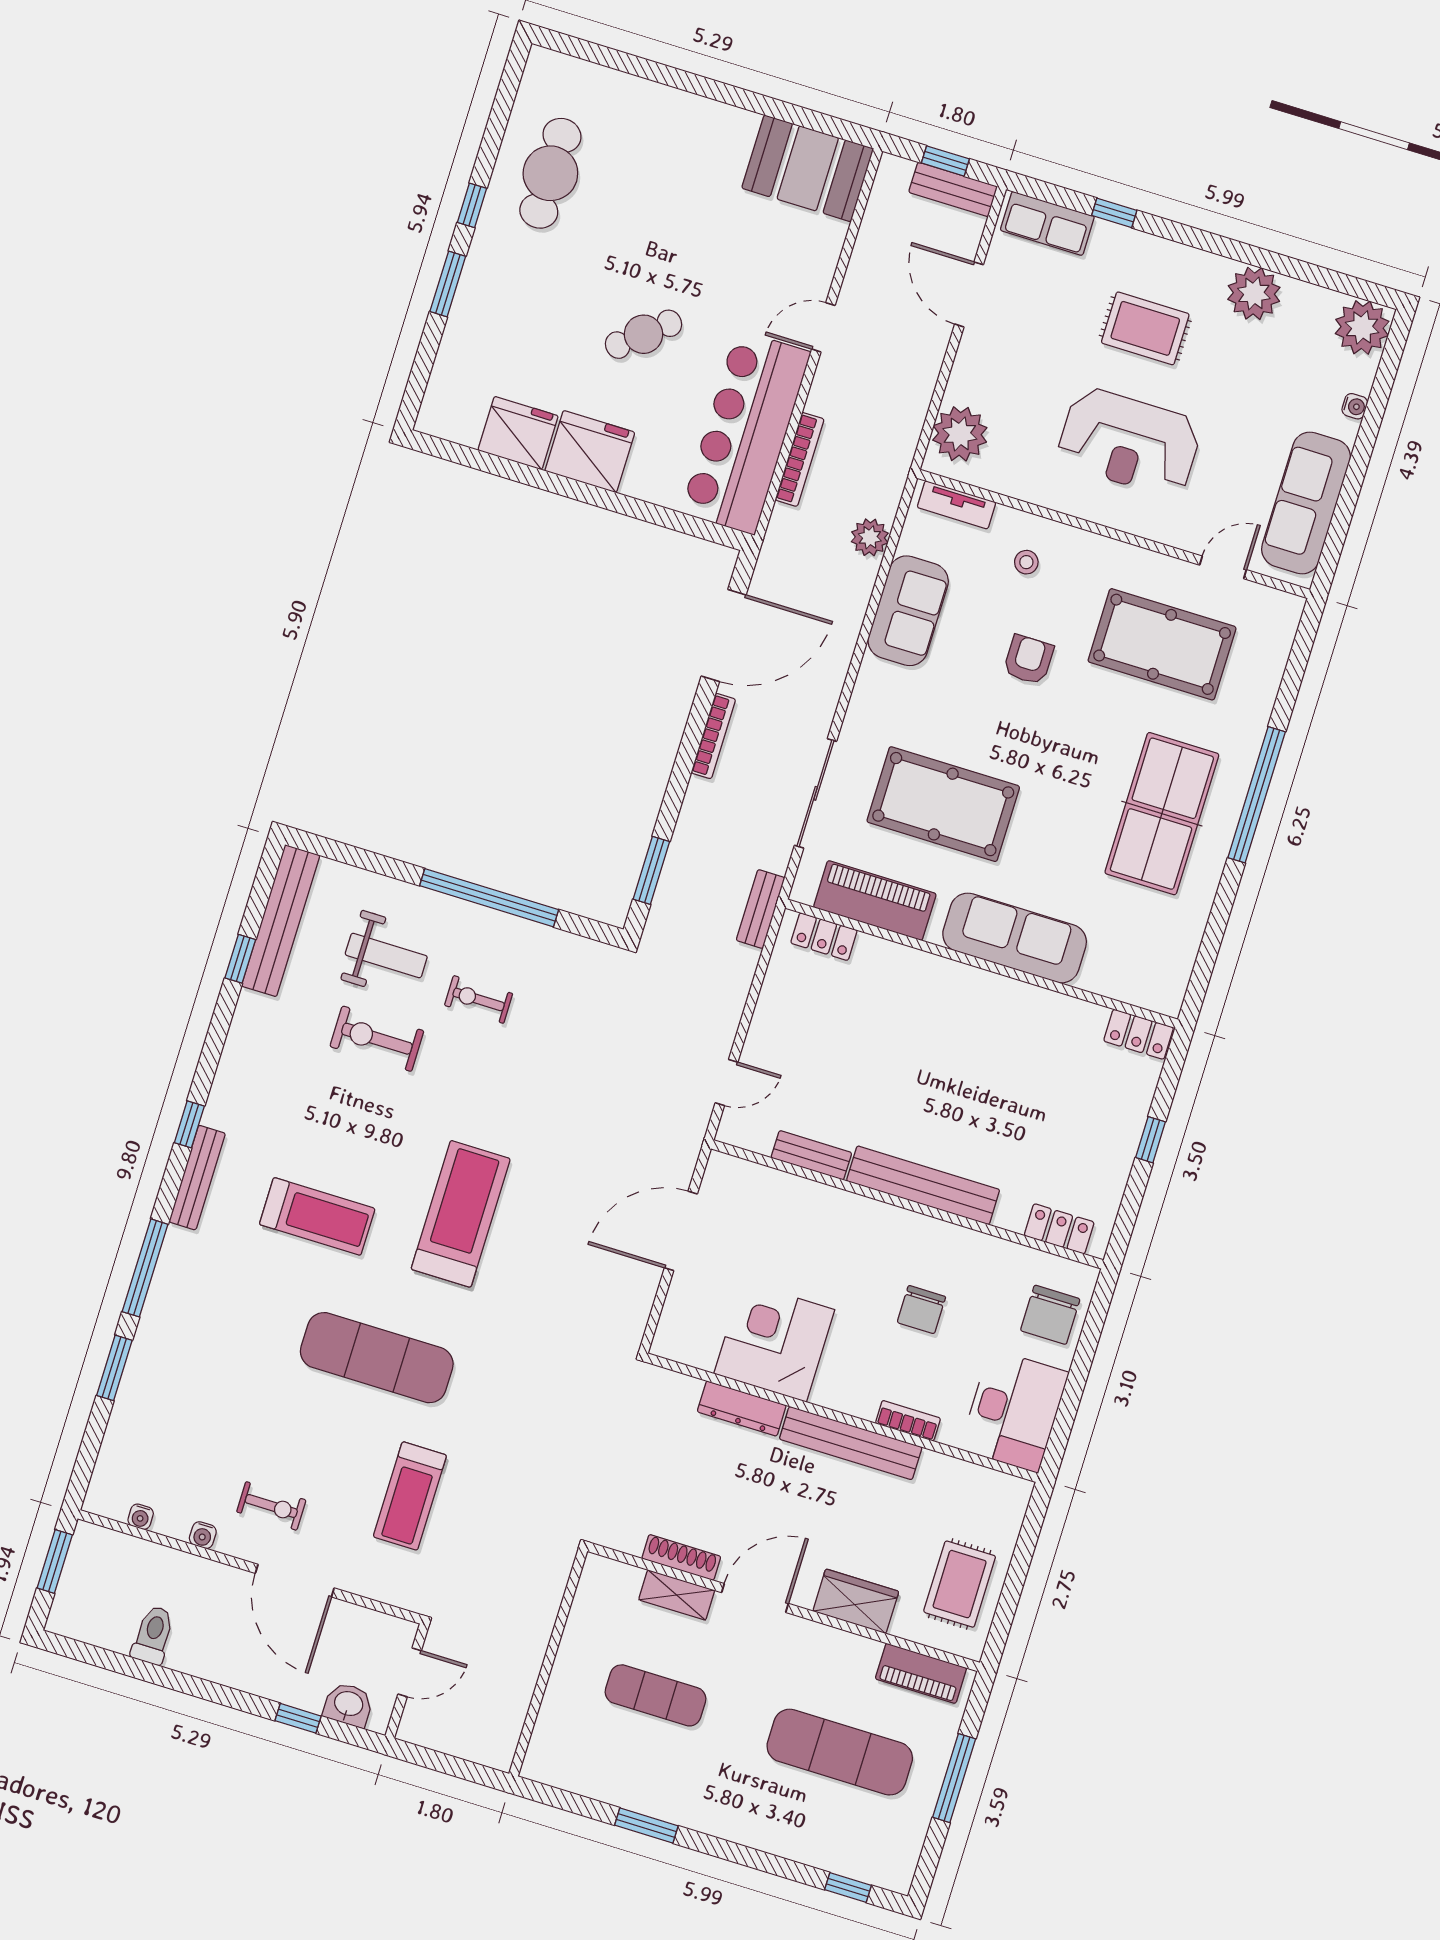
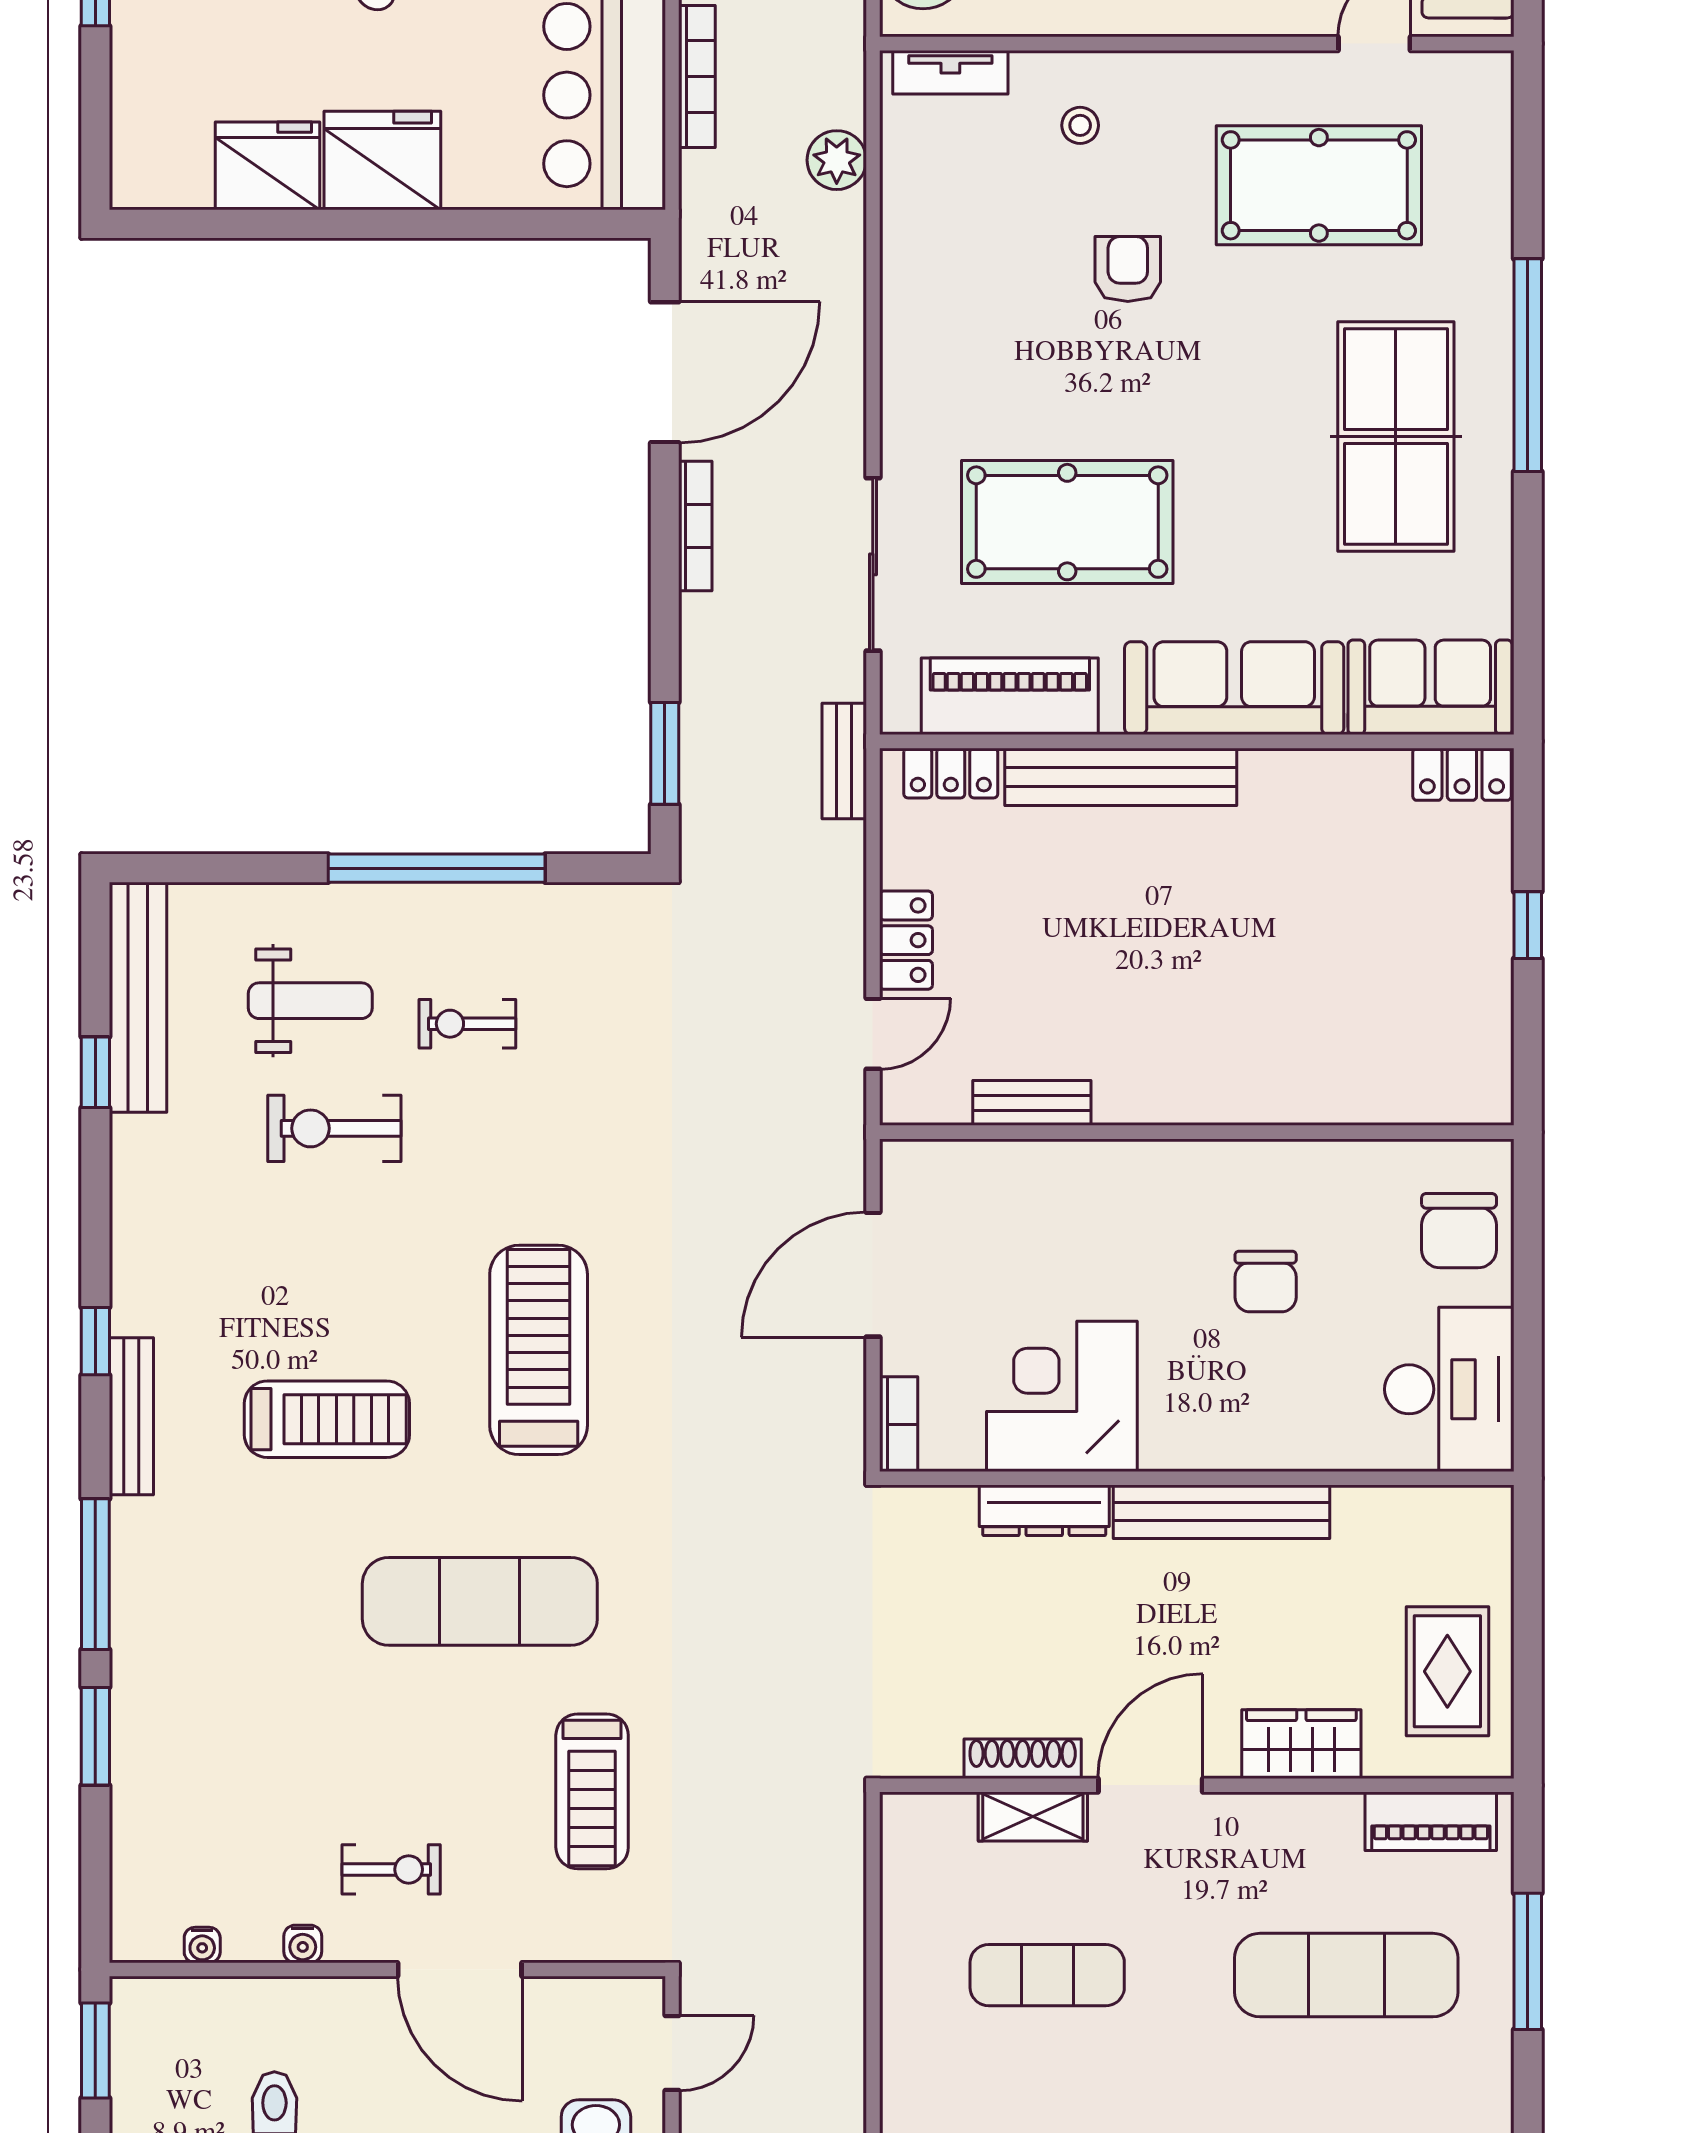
sofa: (908, 611) -> (1430, 687), moved, turned -90
bench: (923, 1185) -> (1121, 777), moved
locker: (1059, 1229) -> (906, 940), moved, turned 90
bookcase: (908, 1421) -> (899, 1424), moved, turned 90

